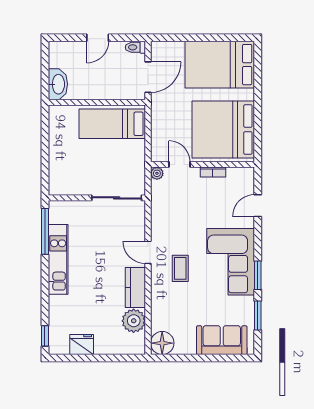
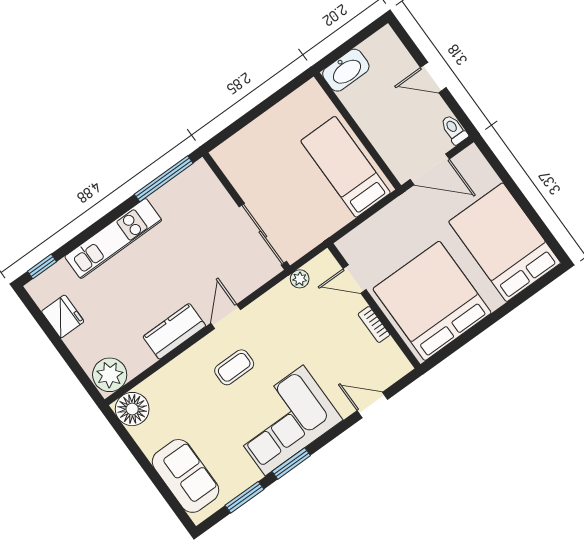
door: (179, 164) -> (355, 279), swing flipped
plant: (157, 173) -> (300, 279), moved
kitchen unit: (58, 259) -> (113, 238), moved
plant: (134, 321) -> (110, 375), moved

